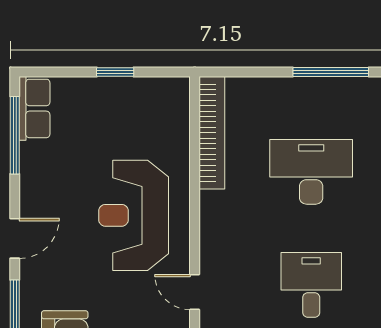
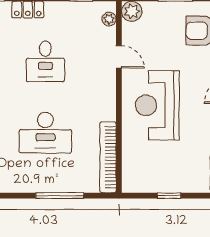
window: (331, 72) -> (60, 196), moved
reception desk: (134, 215) -> (157, 105), turned 180

